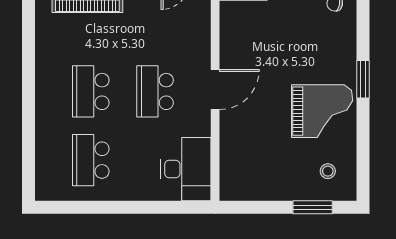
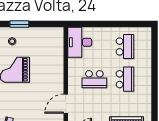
door: (215, 89) -> (66, 104), moved
school desk: (155, 91) -> (94, 79), turned 90

